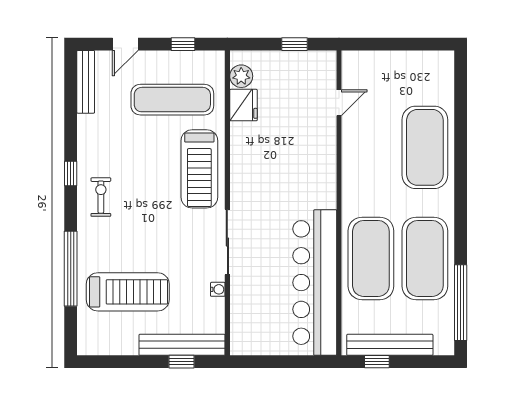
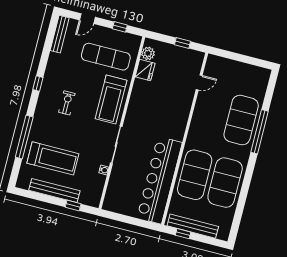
exercise bike: (101, 197) -> (67, 103), moved
window: (461, 303) -> (259, 132), moved
bench: (182, 345) -> (54, 191), moved

